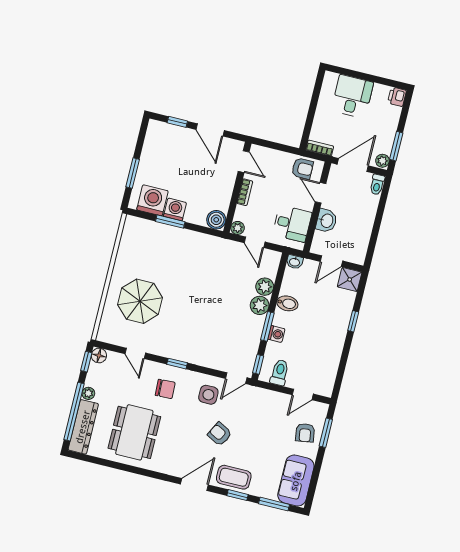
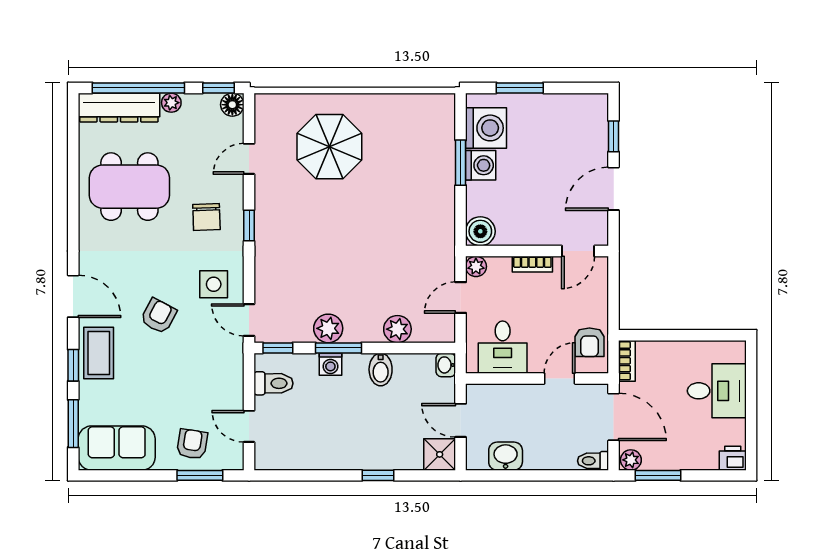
washbasin: (326, 221) -> (506, 456), moved, turned 180
plant: (260, 305) -> (328, 328), moved
armchair: (305, 433) -> (192, 444), turned 108

